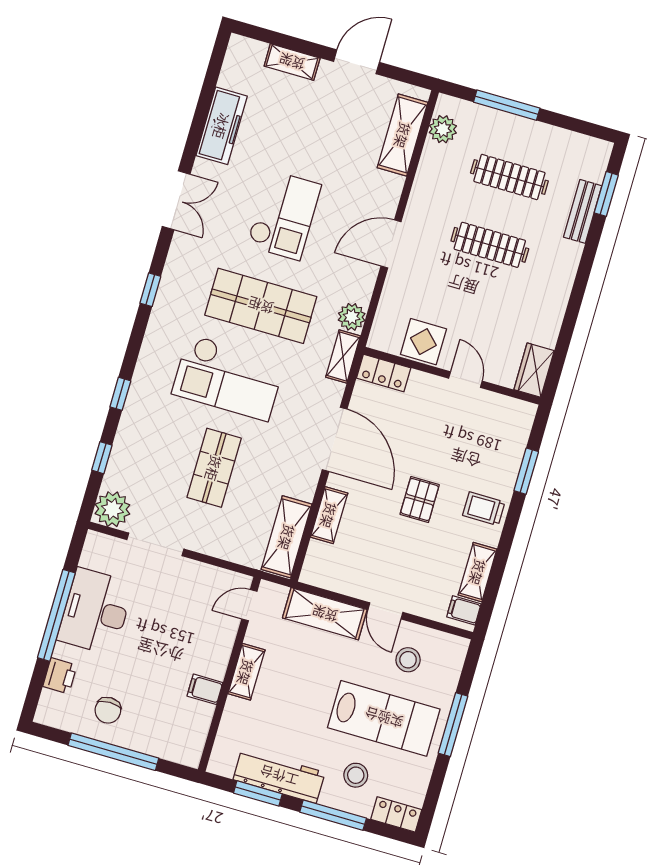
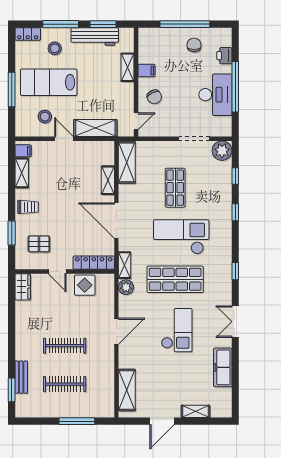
plant: (443, 129) -> (107, 399), removed
checkout: (284, 215) -> (177, 330), turned 180
locker: (384, 373) -> (94, 263), width x1.53
pallet: (420, 499) -> (39, 244), moved, turned 90
chair: (205, 639) -> (154, 97), added
shelving: (246, 672) -> (127, 67), moved

